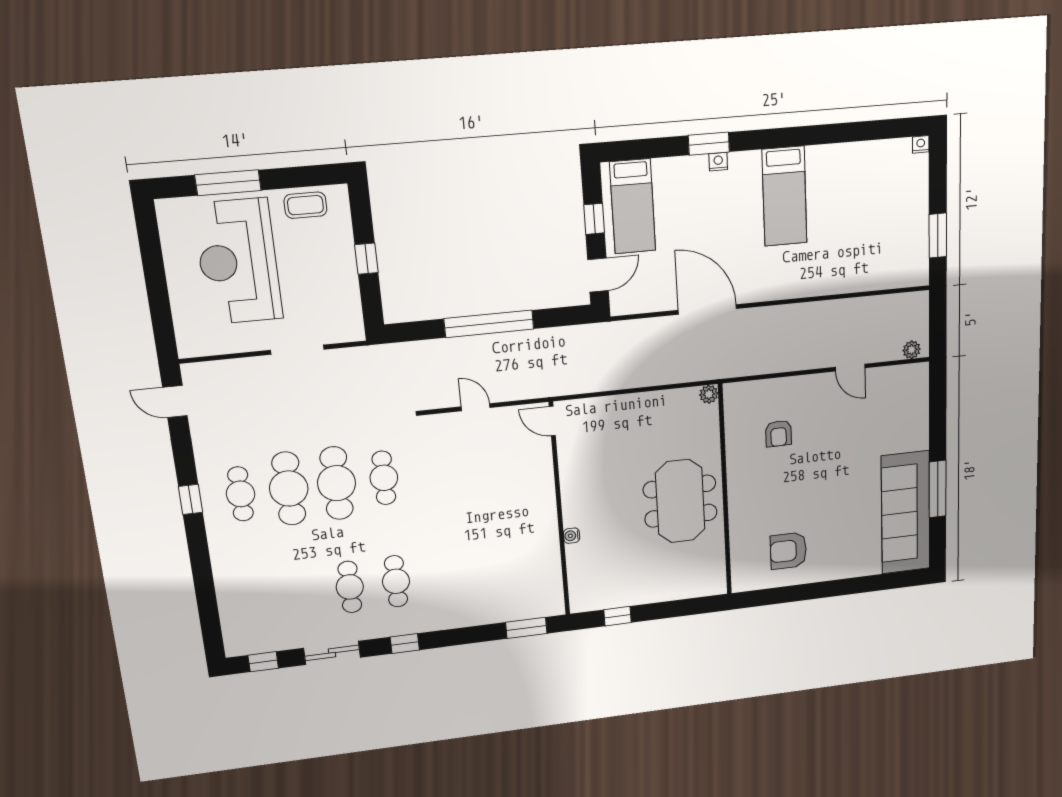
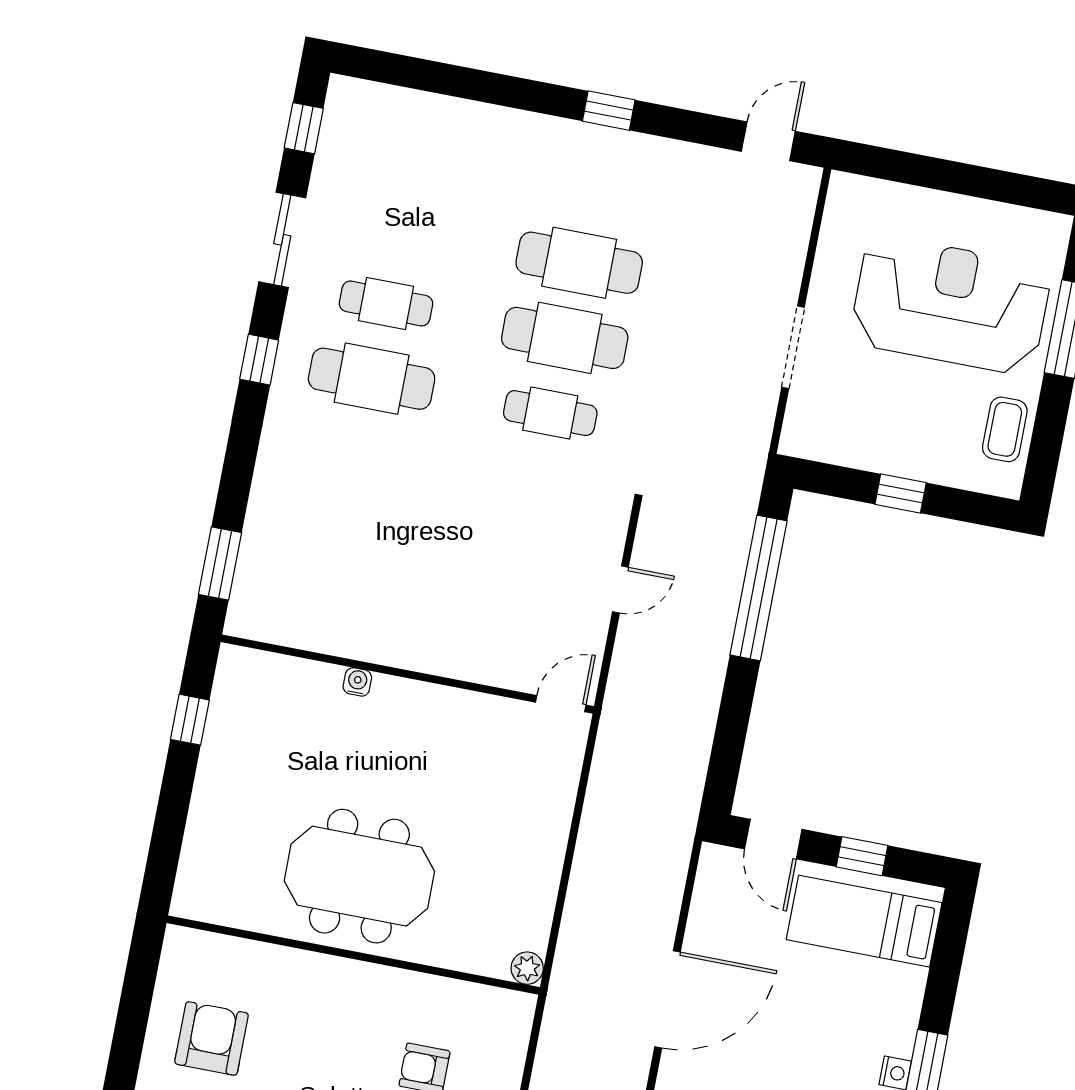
window: (489, 324) -> (759, 588), moved
cafe table: (241, 494) -> (594, 188), removed
cafe table: (396, 581) -> (372, 379), width x1.37, depth x1.35

